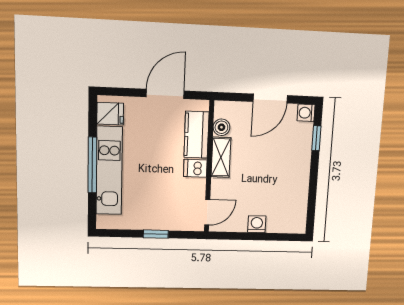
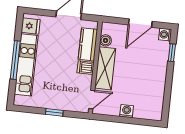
shelving: (221, 157) -> (105, 68), width x1.50, depth x1.33

